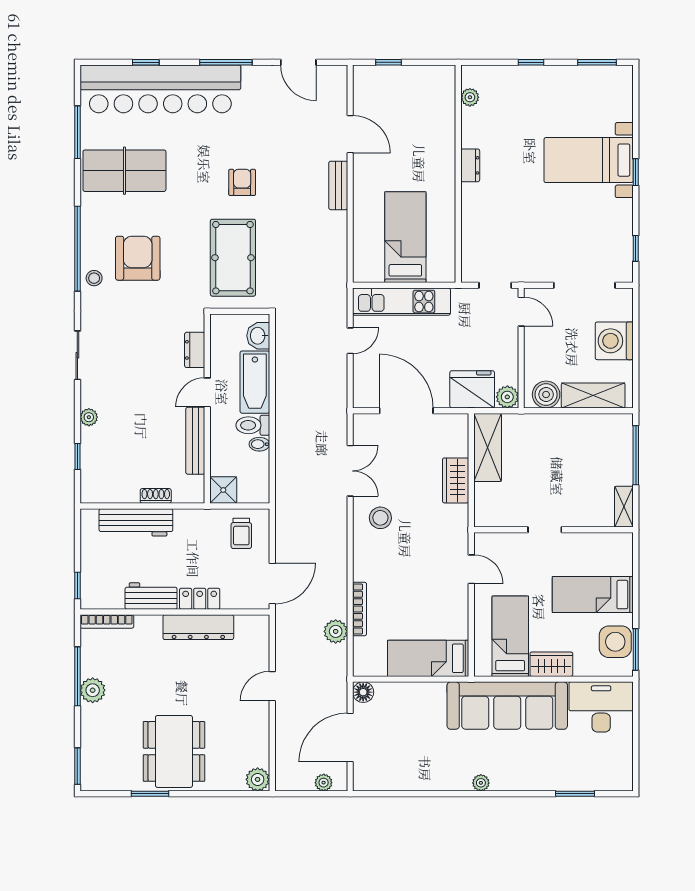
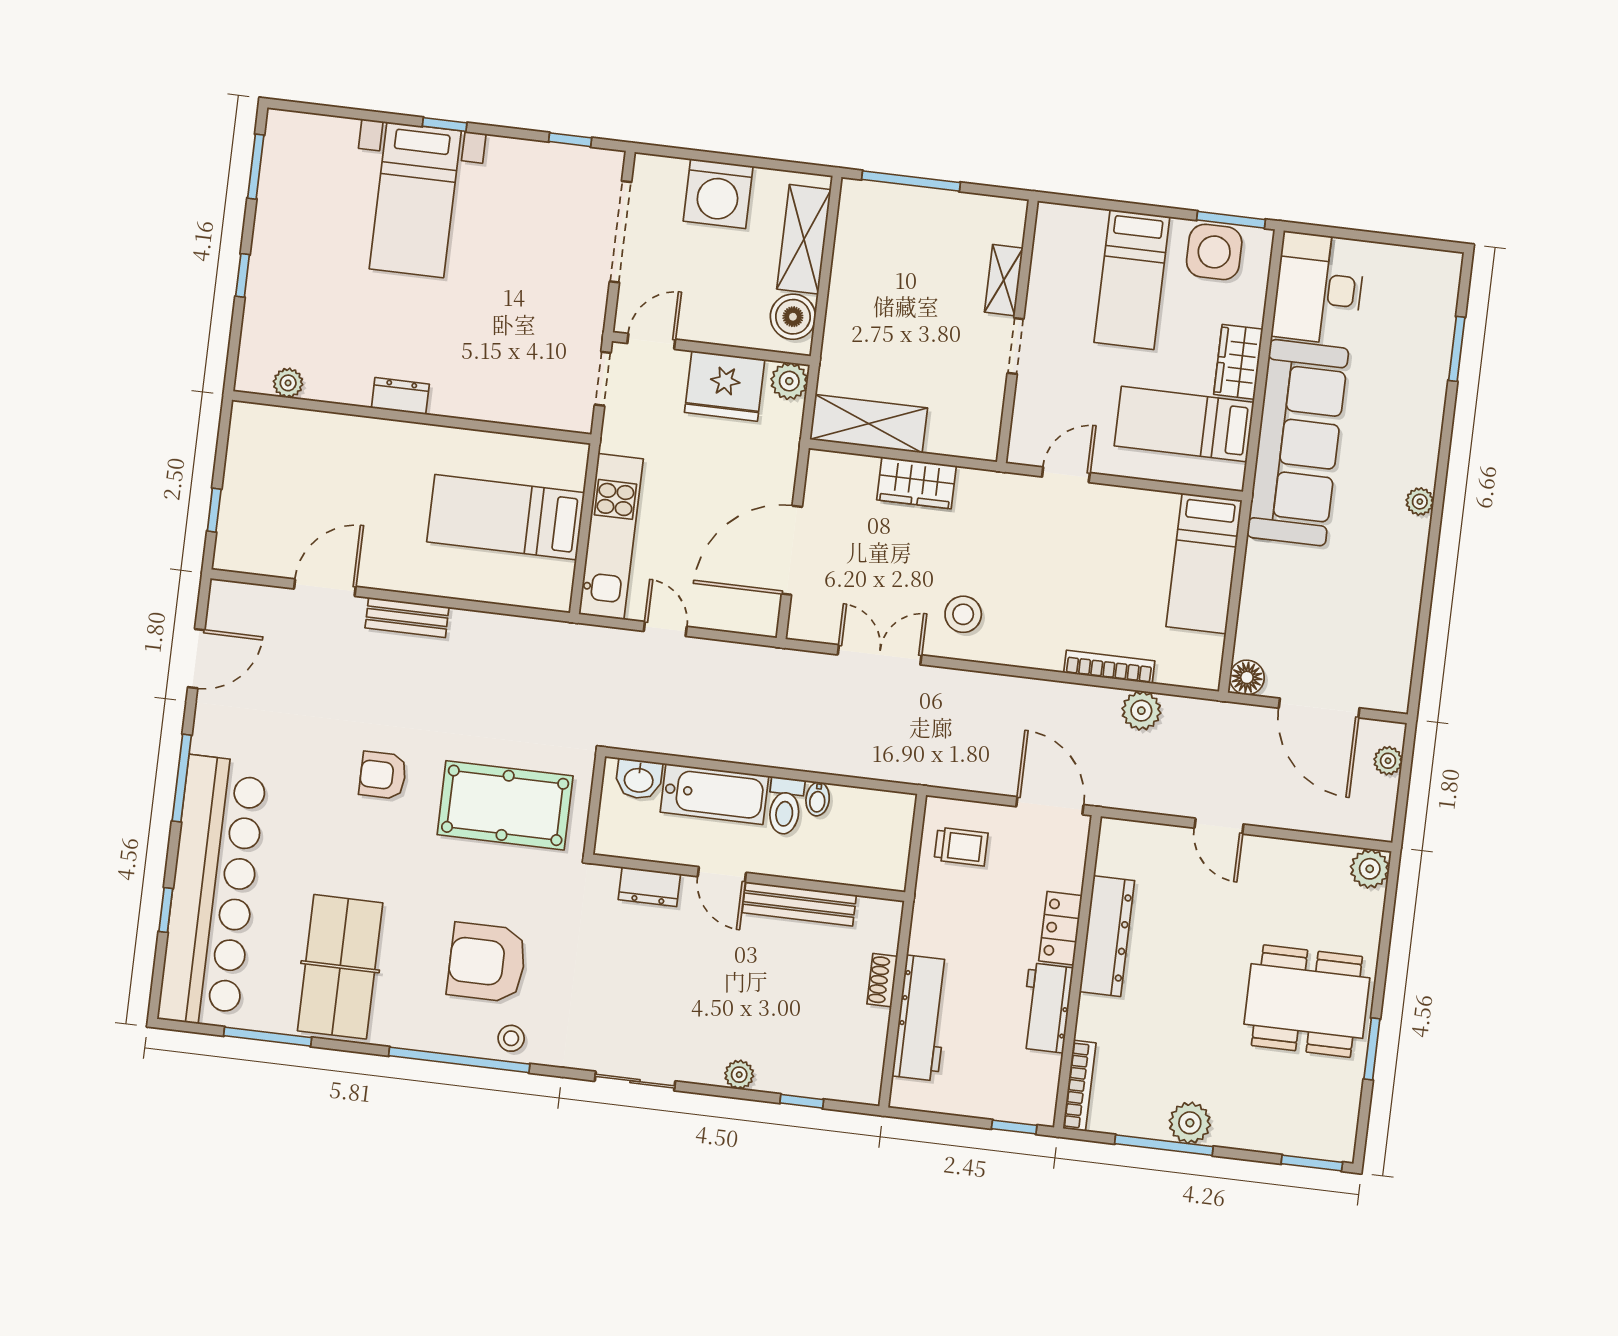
fridge: (472, 389) -> (725, 386), moved, turned -90
shower: (223, 490) -> (886, 868), removed
shelving: (624, 507) -> (1004, 280), moved, turned 90

